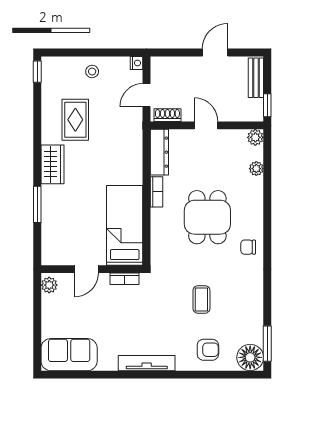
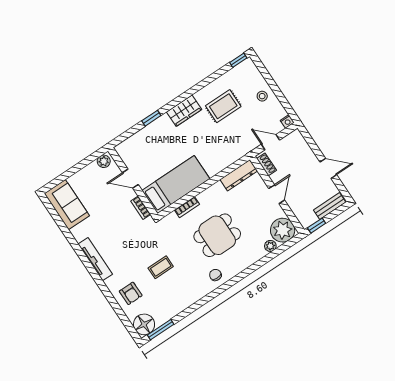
plant: (255, 137) -> (283, 230), width x1.88, depth x1.88
bookcase: (156, 192) -> (187, 207), moved
window: (37, 204) -> (151, 118), width x0.67

